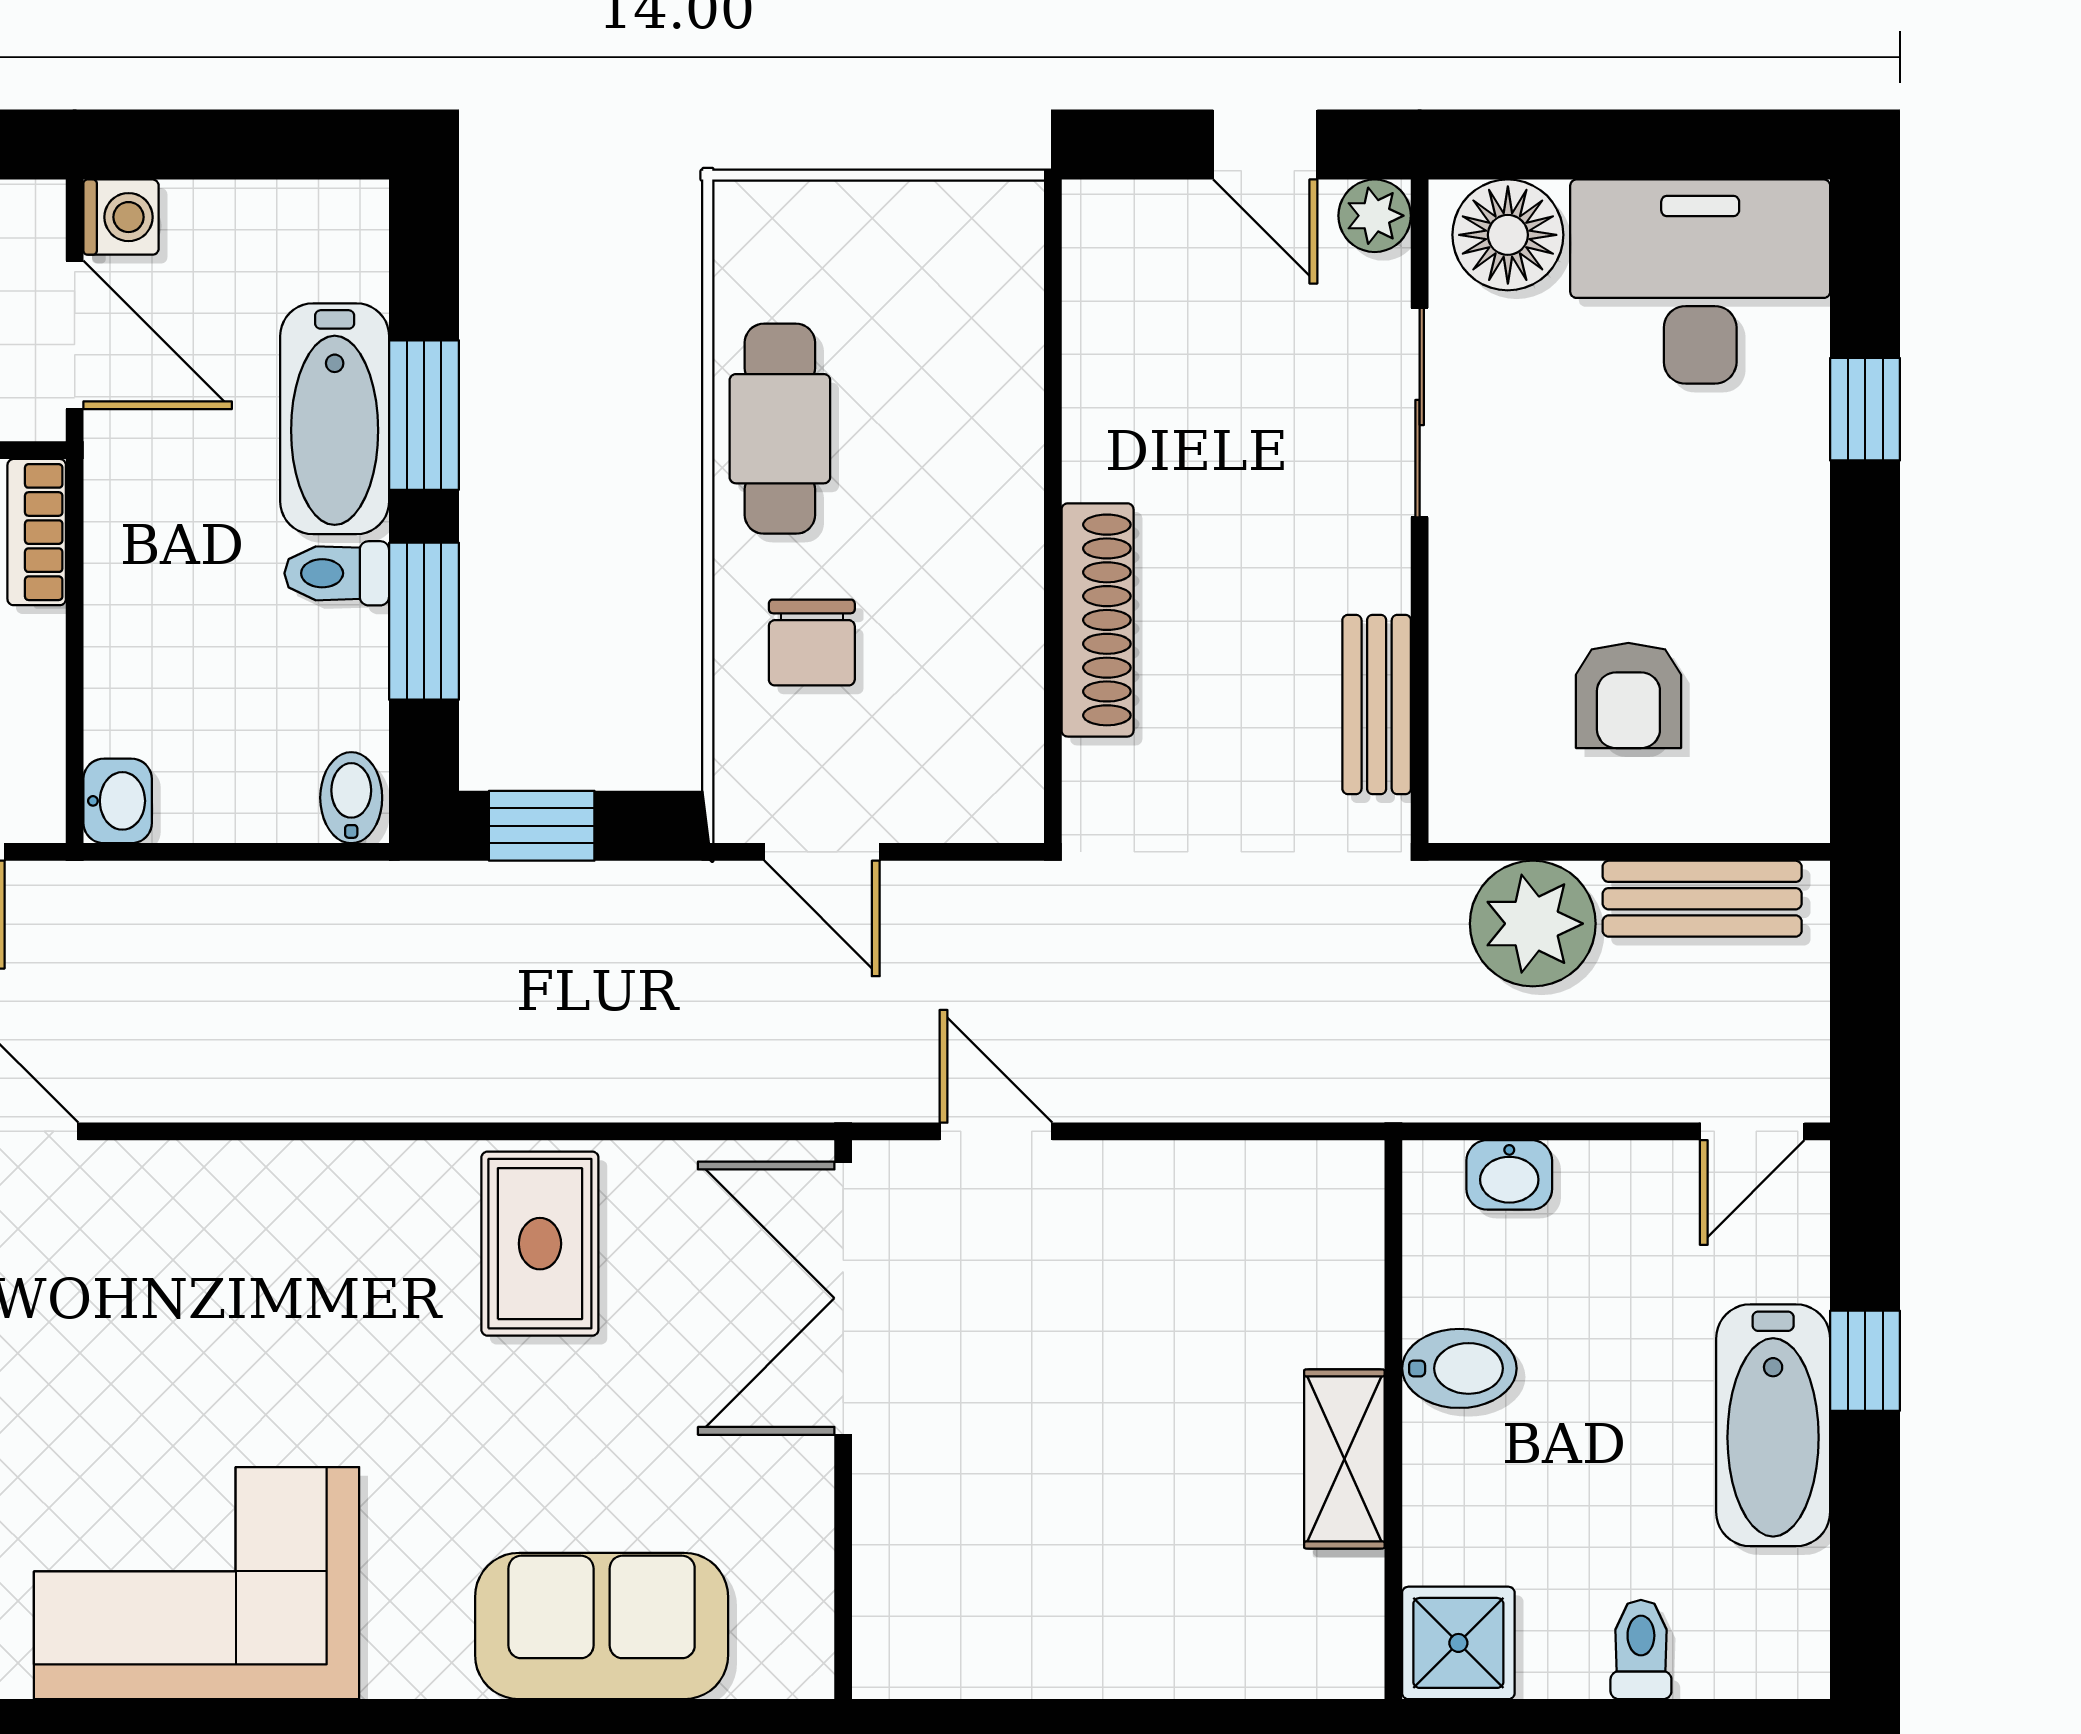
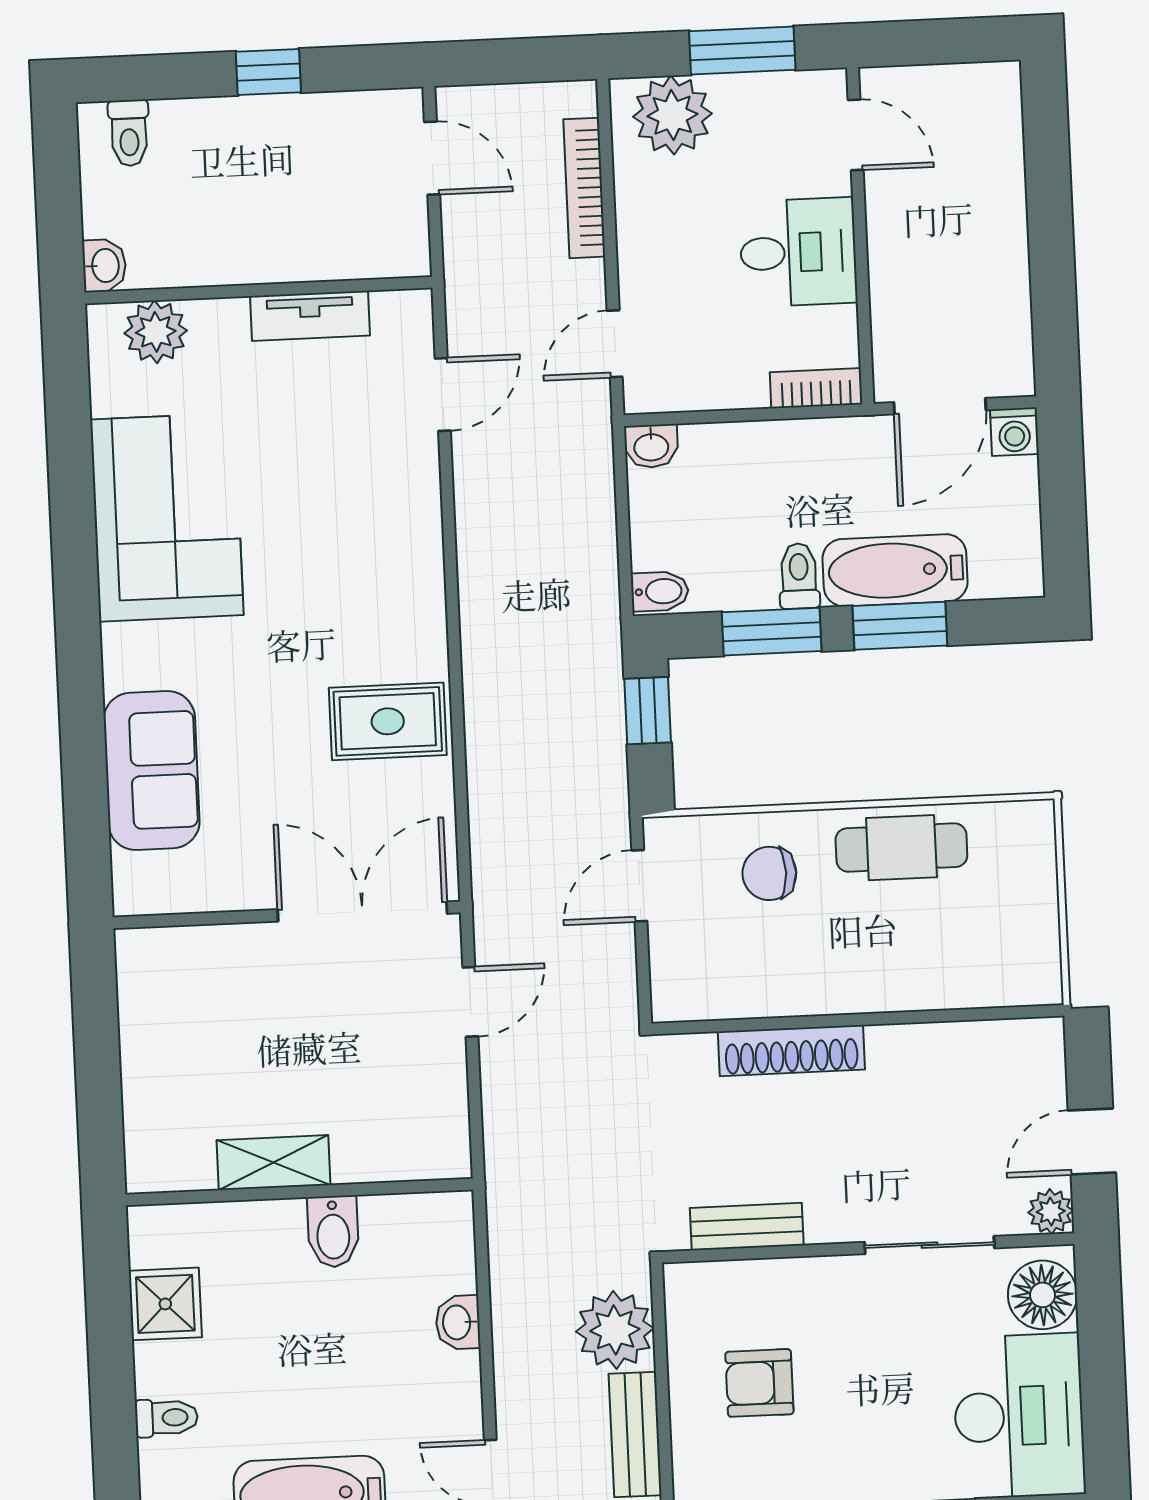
bidet: (1459, 1368) -> (333, 1232), moved
wall: (1393, 1420) -> (299, 1192), moved
shelving: (1344, 1459) -> (274, 1163), moved

